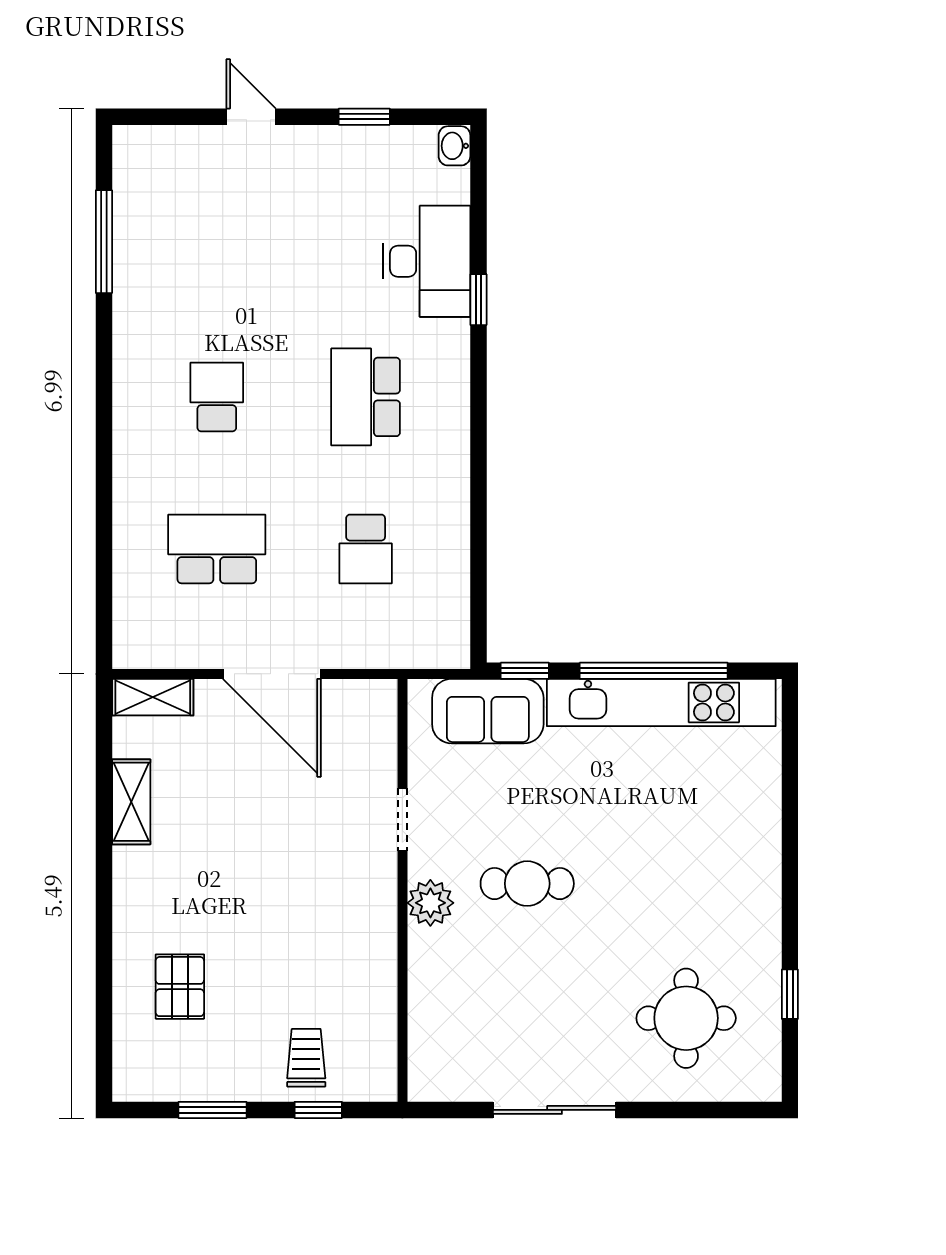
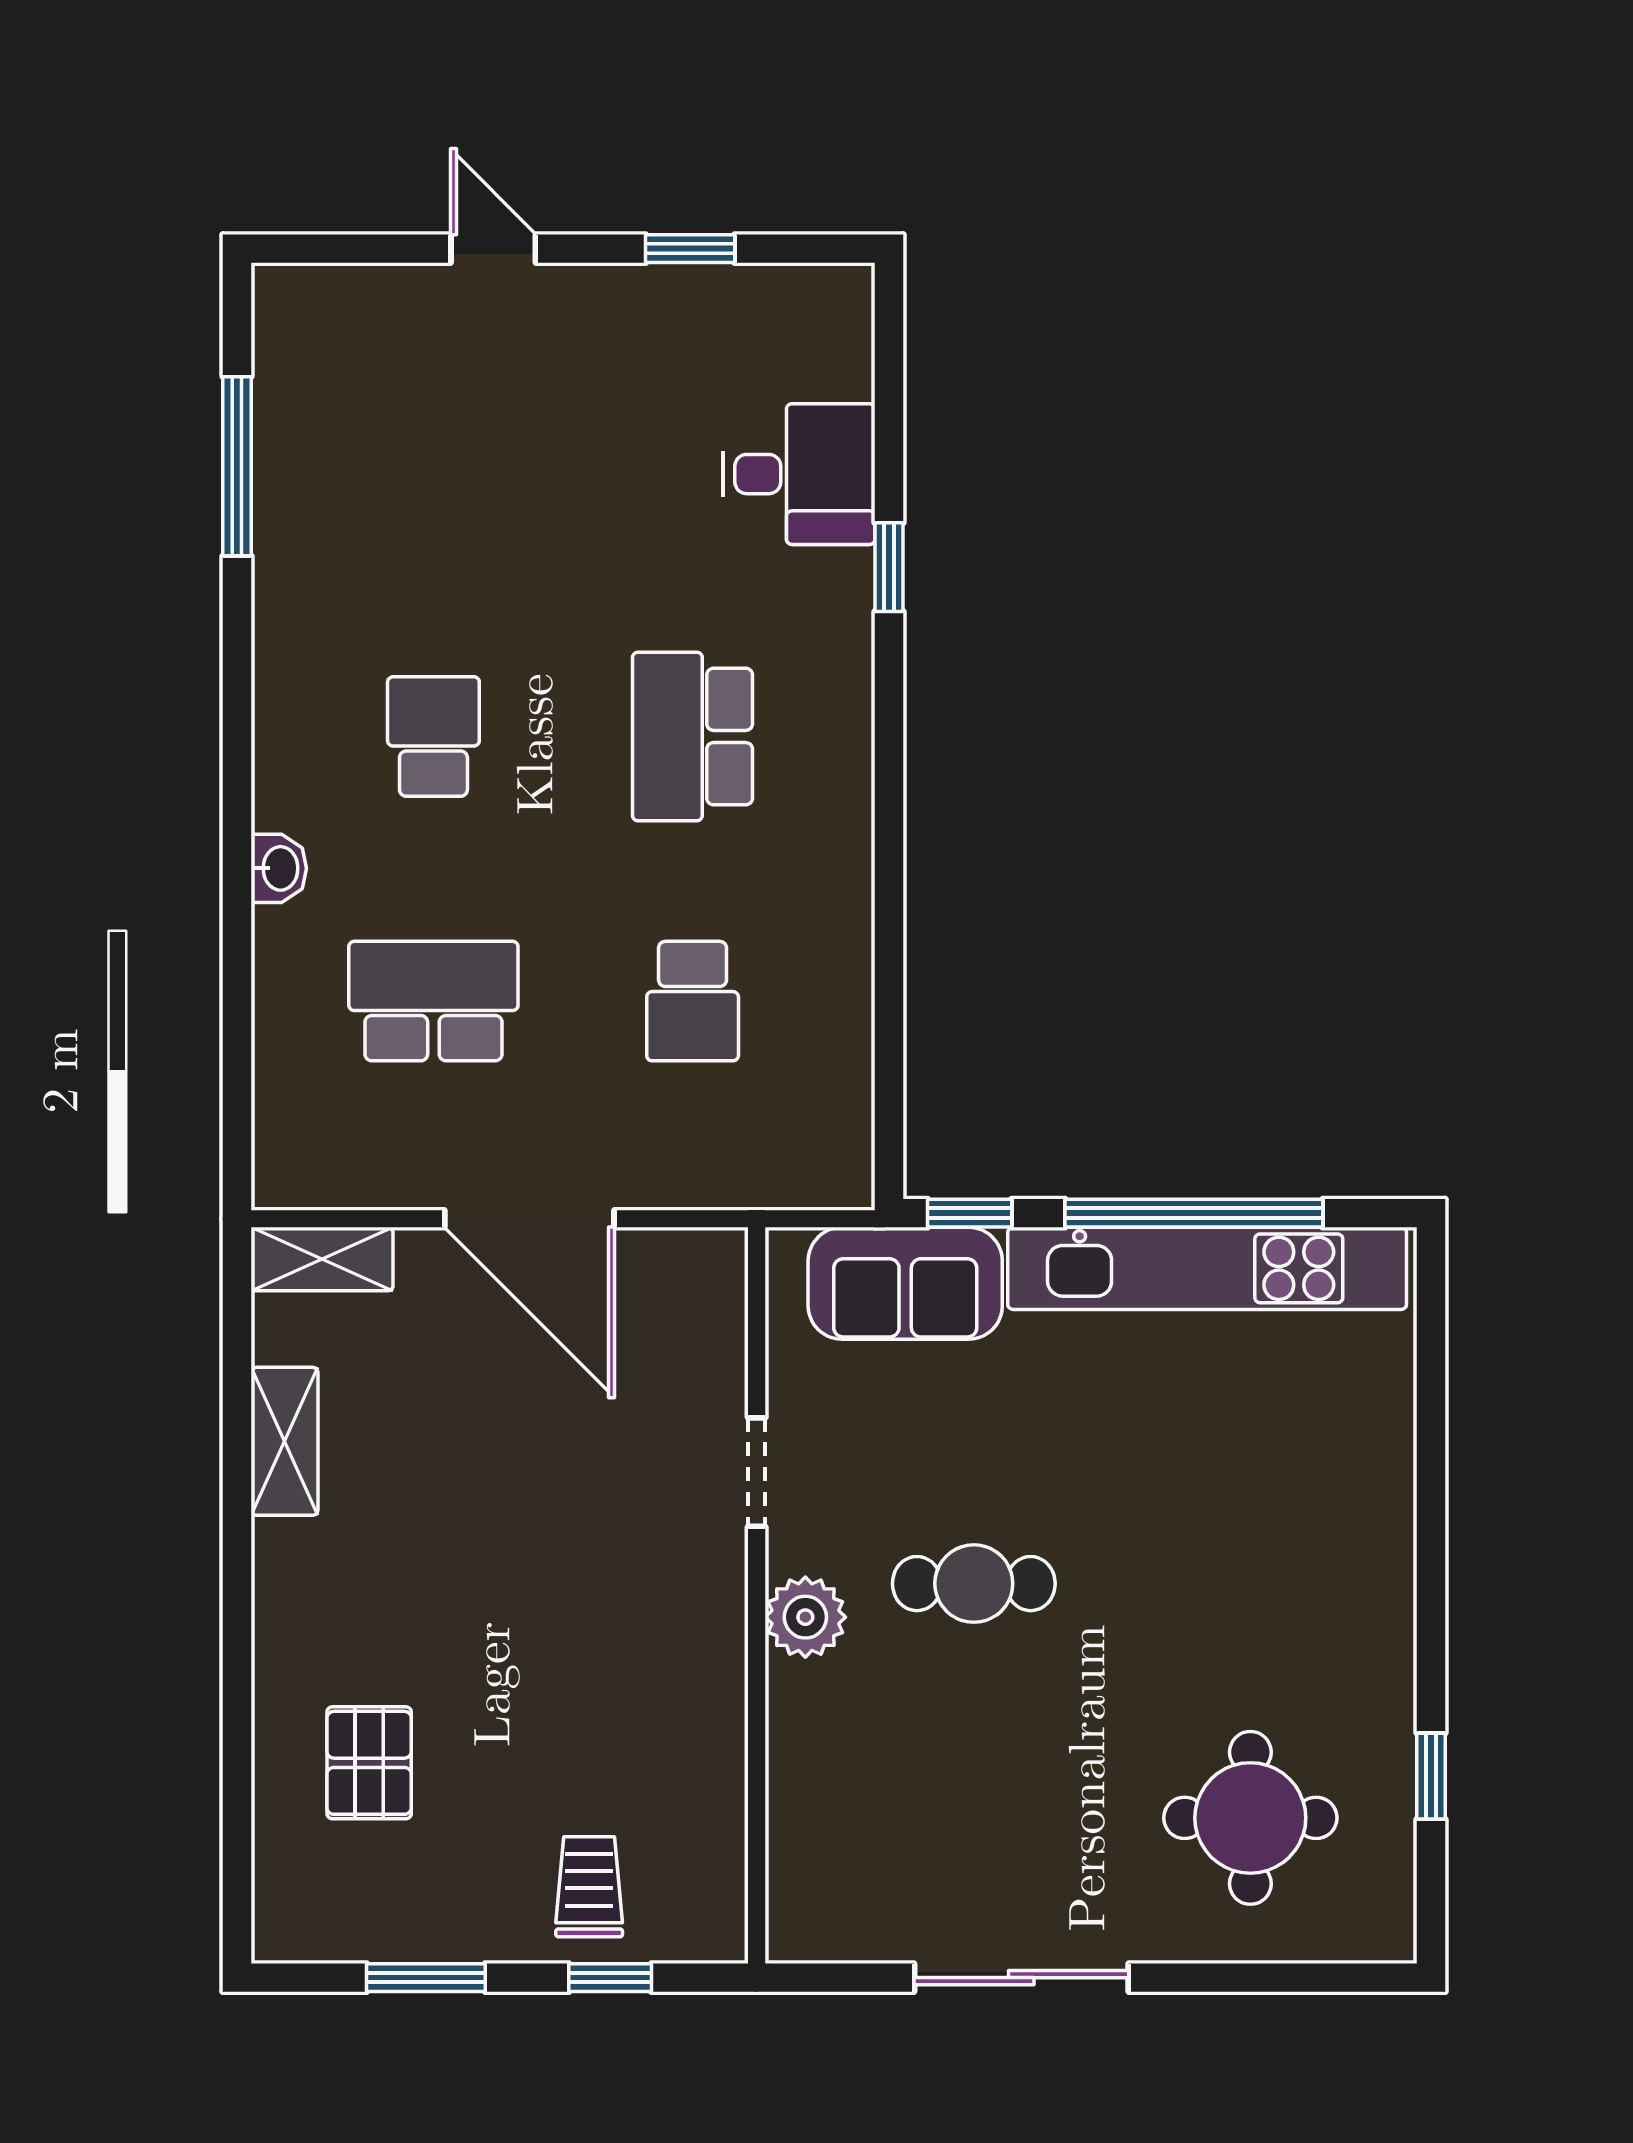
washbasin: (454, 146) -> (279, 868), moved, turned 180
desk: (427, 261) -> (799, 474), width x0.73

